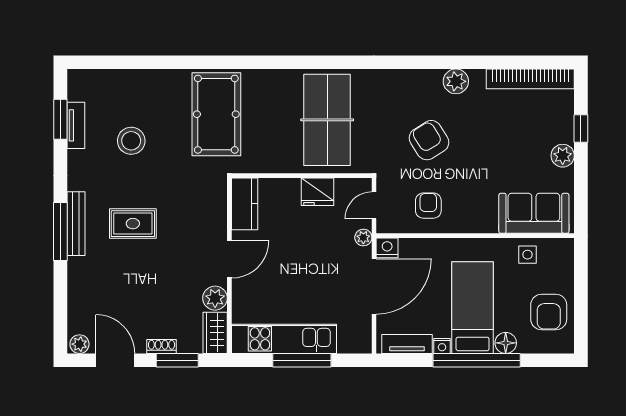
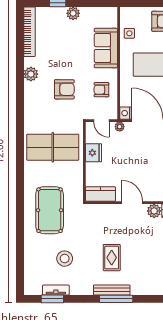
pool table: (216, 114) -> (50, 210), turned 90
armchair: (429, 140) -> (64, 89), turned -148
sofa: (534, 213) -> (106, 48), moved

